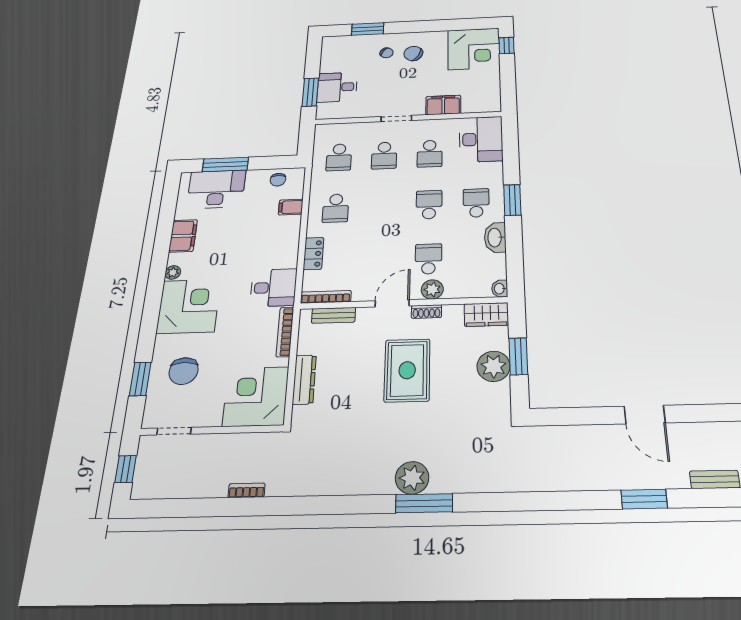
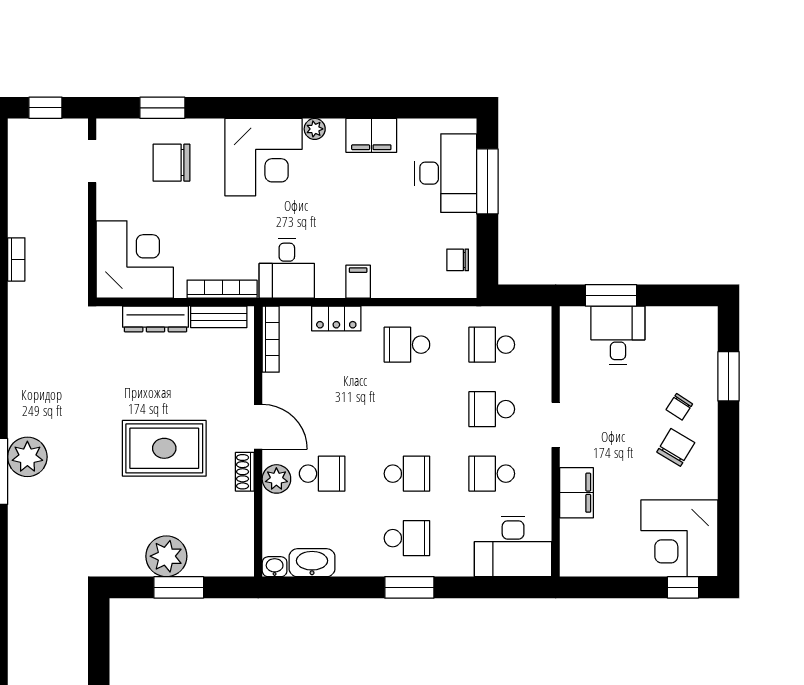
filing cabinet: (291, 207) -> (358, 282), moved
washbasin: (495, 238) -> (312, 563), moved
bench: (334, 315) -> (219, 317), moved, turned 90
wardrobe: (486, 315) -> (238, 549), removed

